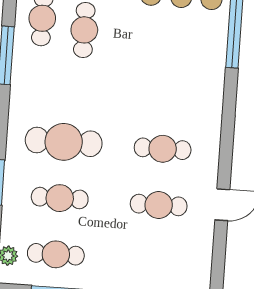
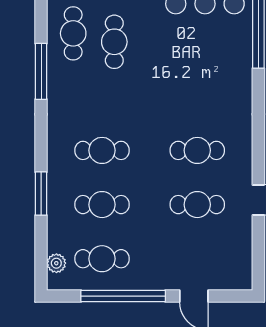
cafe table: (64, 142) -> (102, 150), width x0.73, depth x0.74

